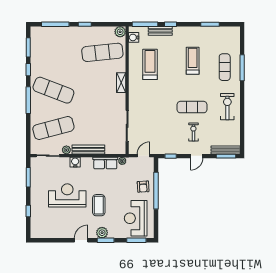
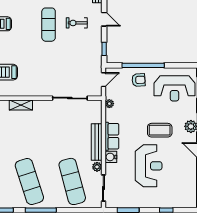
exercise mat: (53, 90) -> (29, 181), turned -39
door: (143, 156) -> (103, 80), swing flipped
row of seats: (105, 163) -> (112, 136), moved
reception desk: (67, 195) -> (149, 166), turned 180

